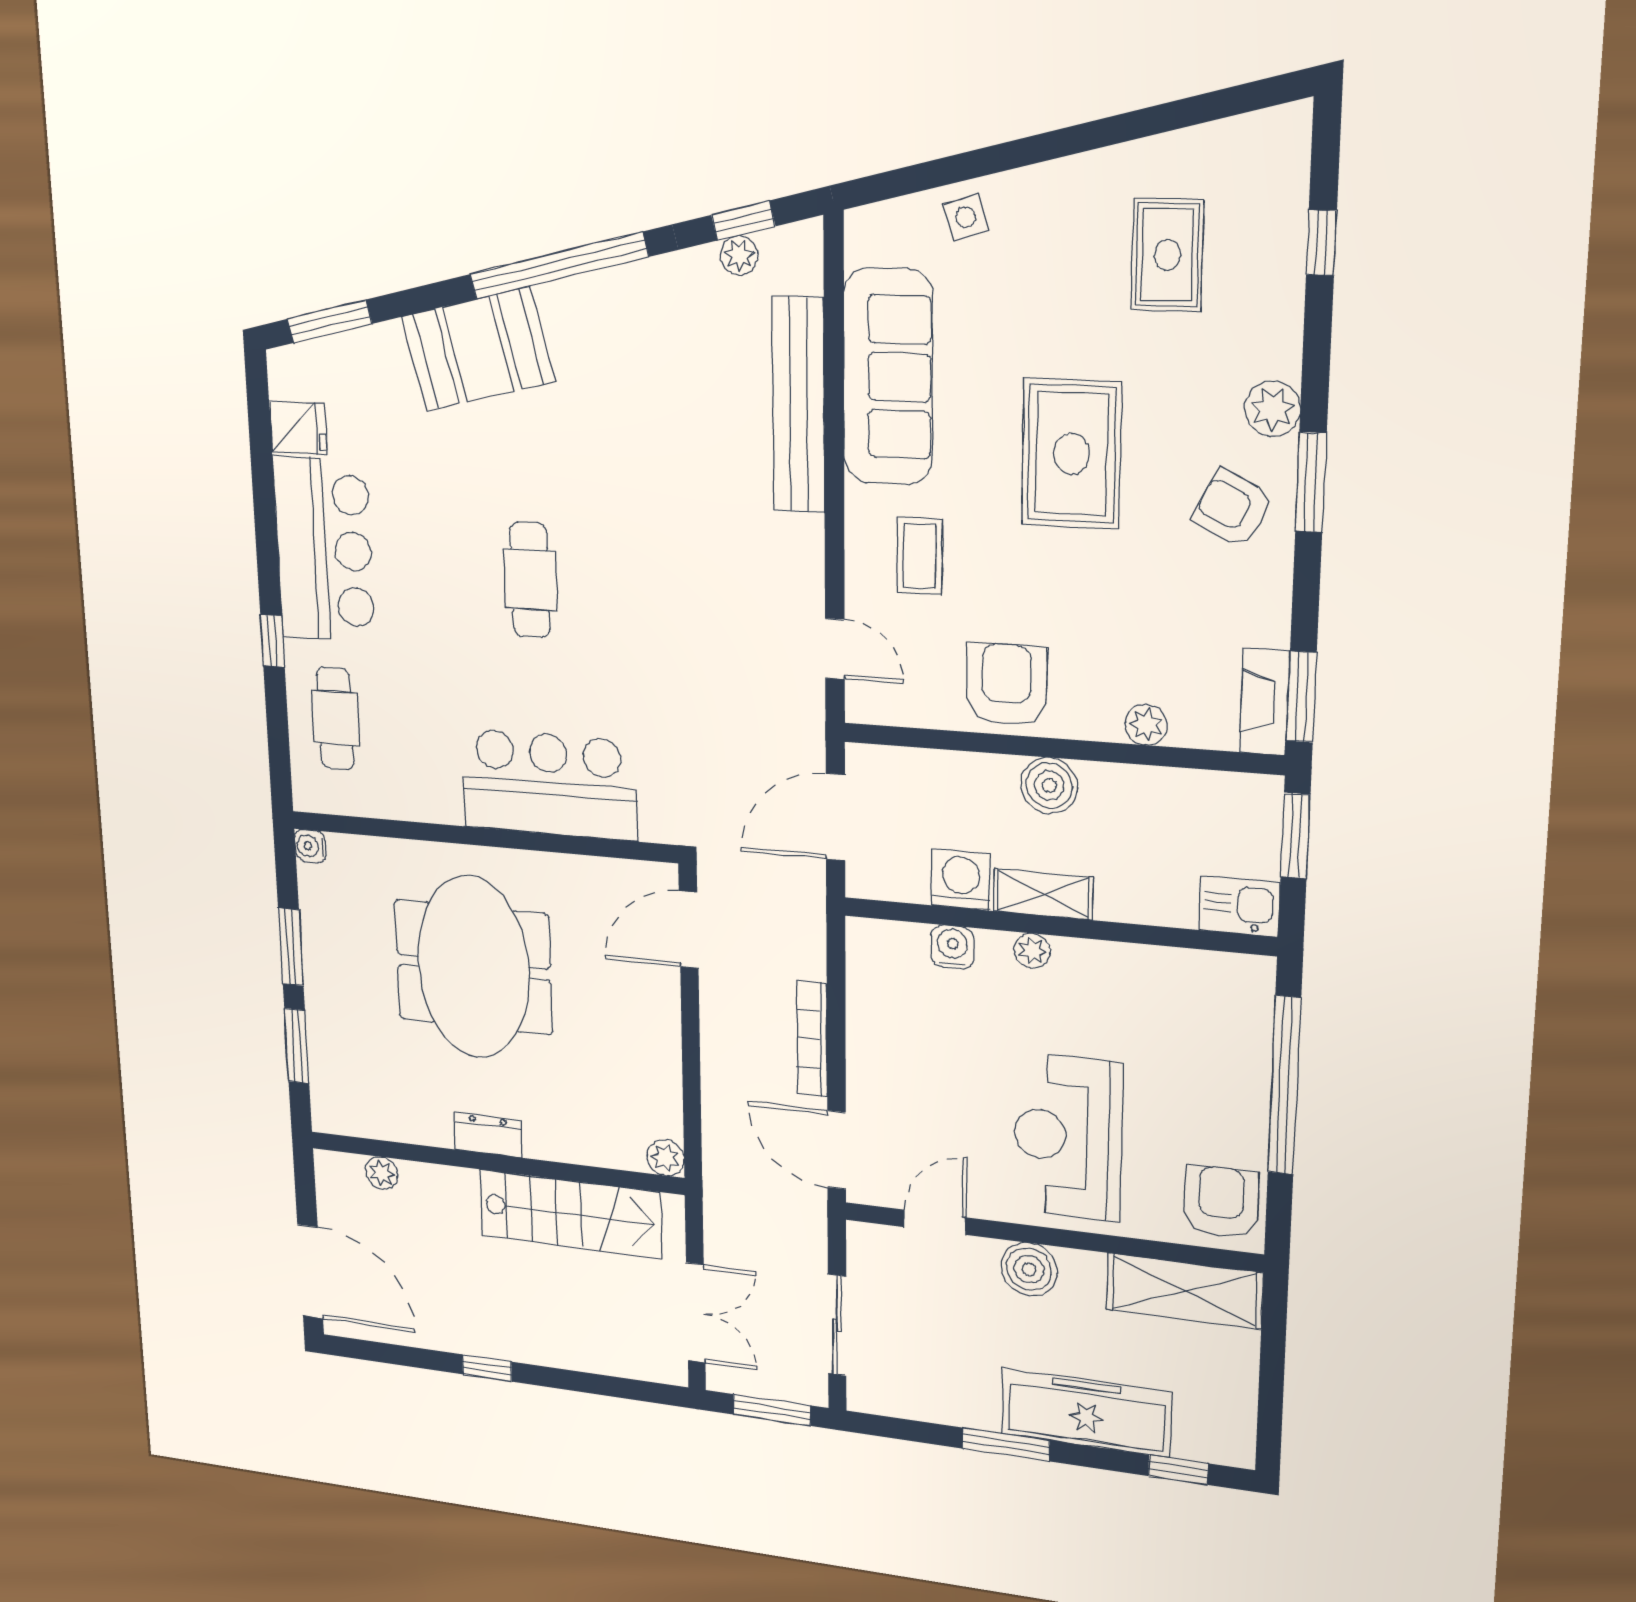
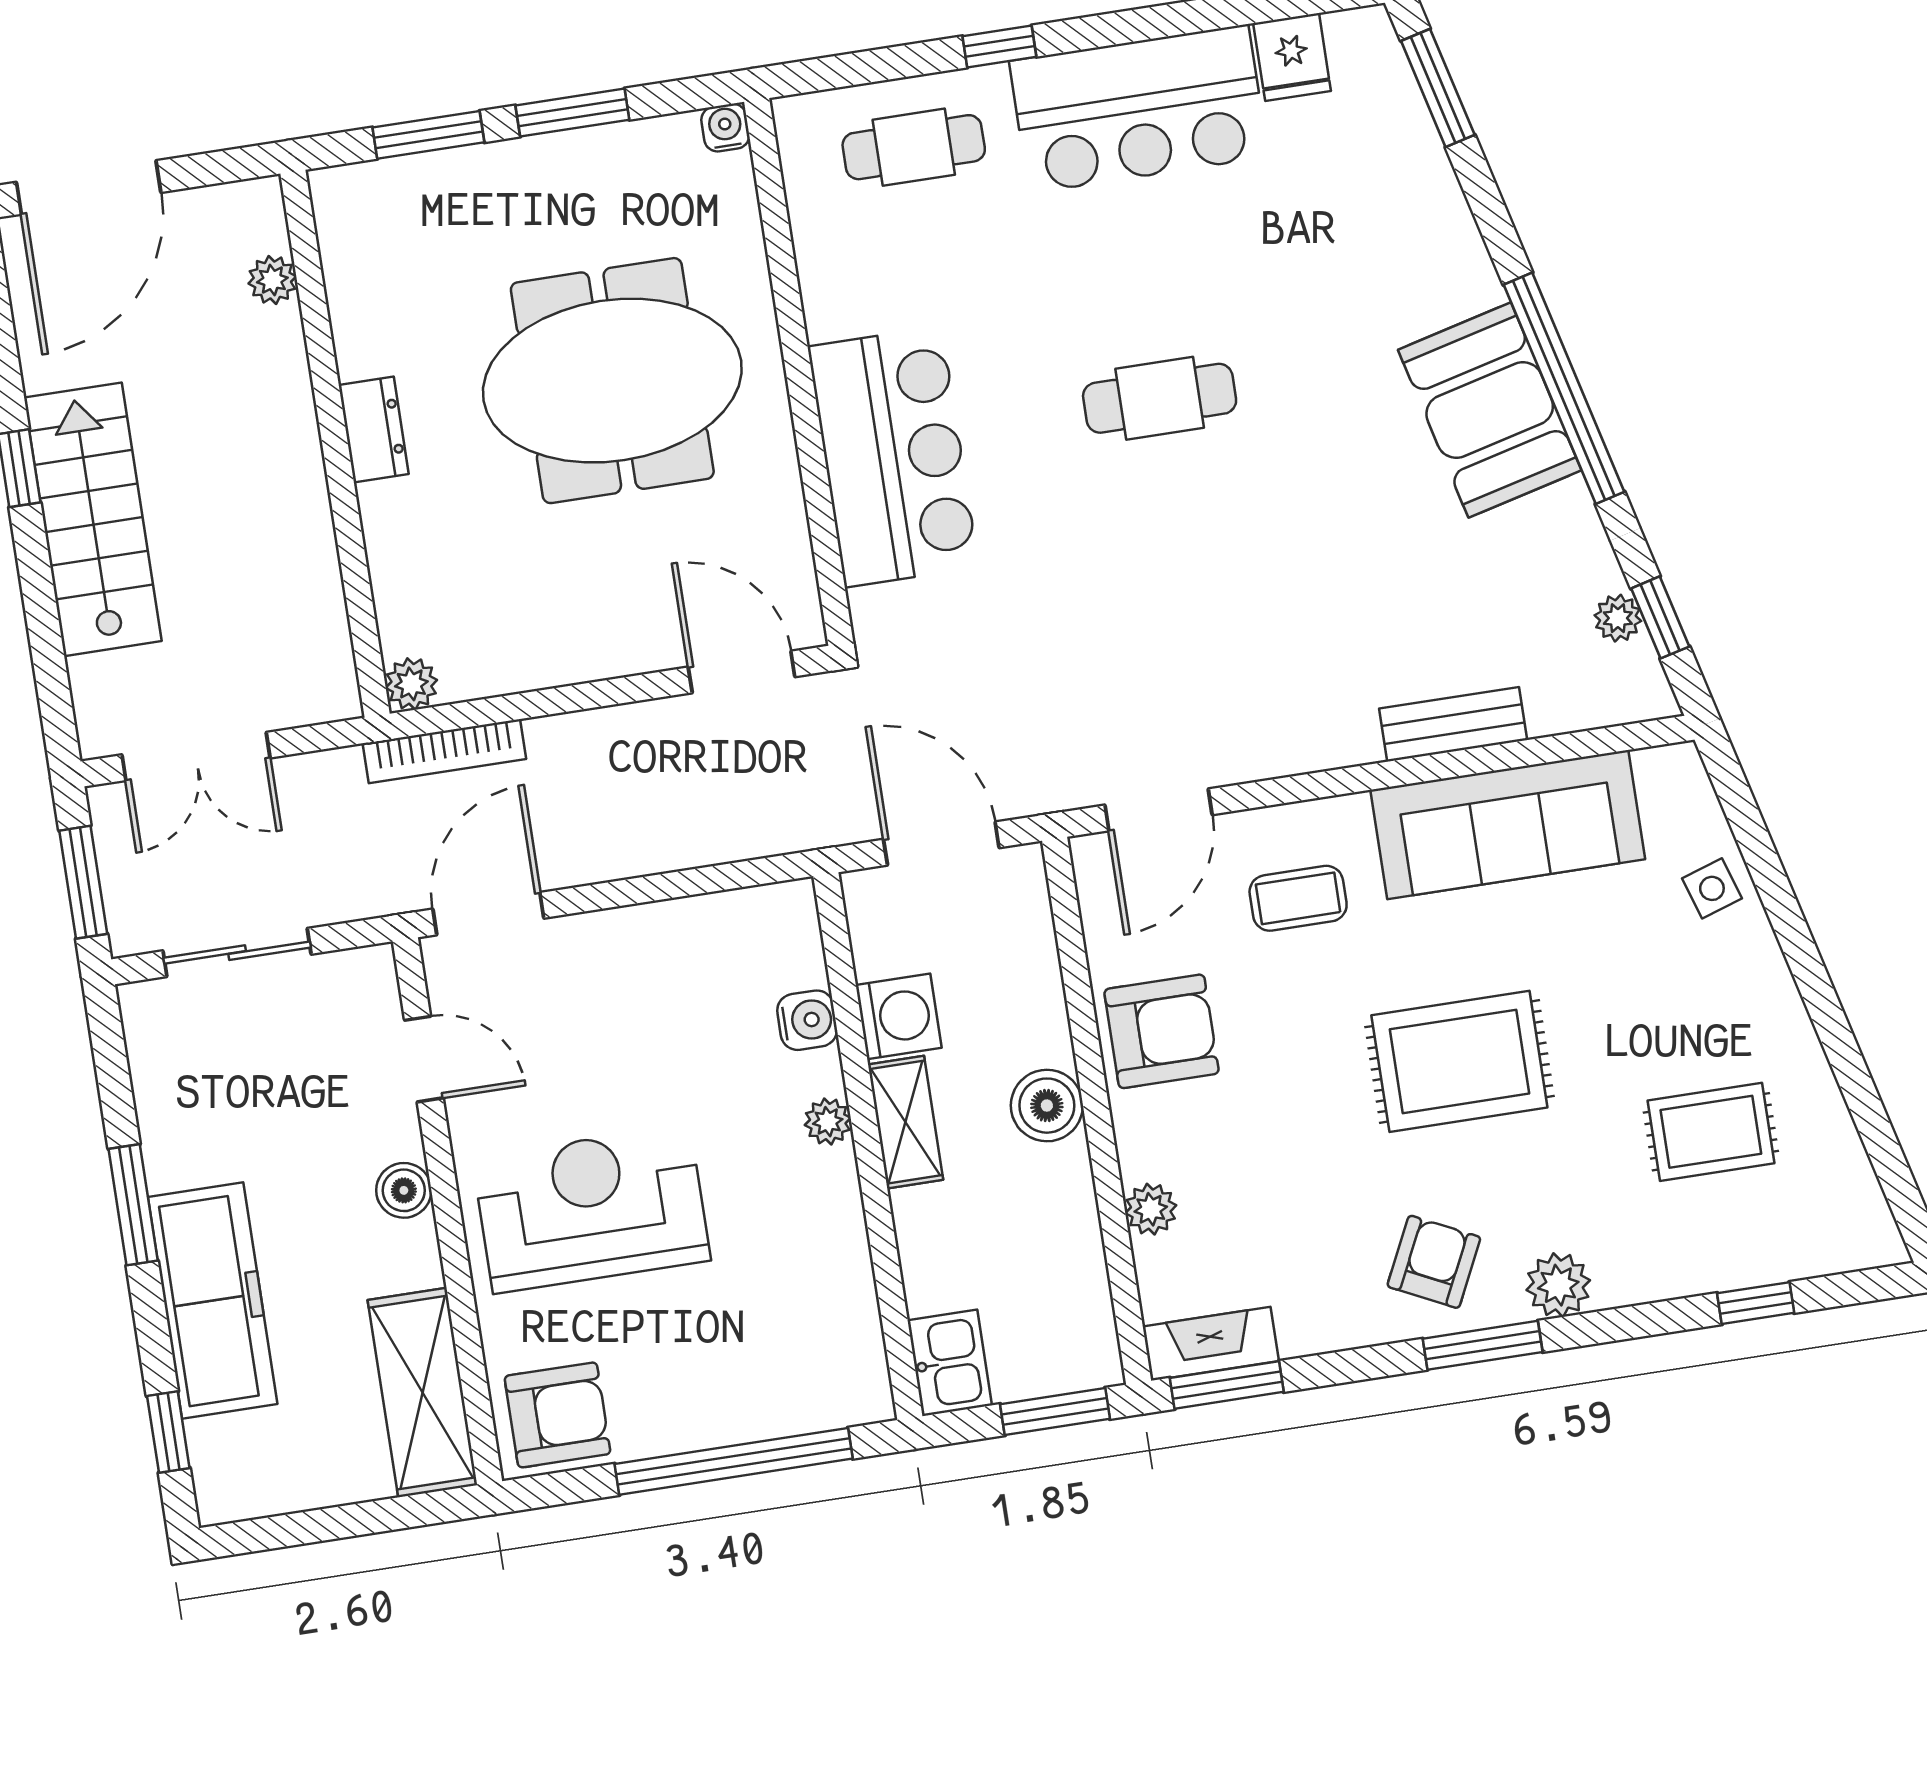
booth: (478, 349) -> (1490, 410), moved
bench: (799, 405) -> (1453, 724), width x0.54, depth x0.82
door: (835, 649) -> (1158, 810), width x1.38
bookcase: (812, 1039) -> (444, 751), moved, turned 180
stairs: (570, 1214) -> (93, 519), moved, turned 180
boiler: (1029, 1269) -> (404, 1190), width x0.73, depth x0.73

